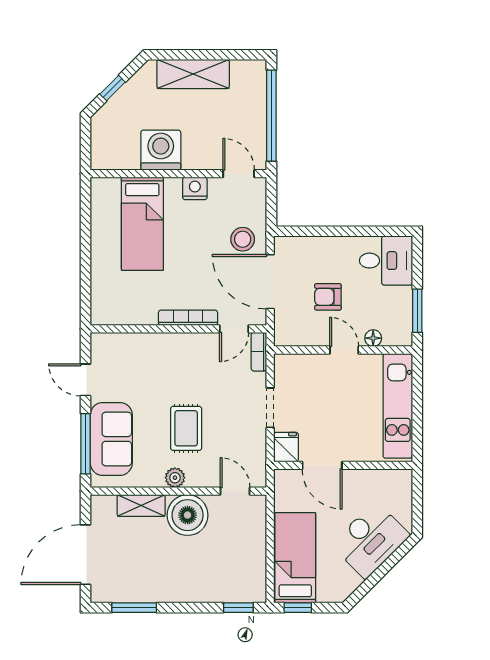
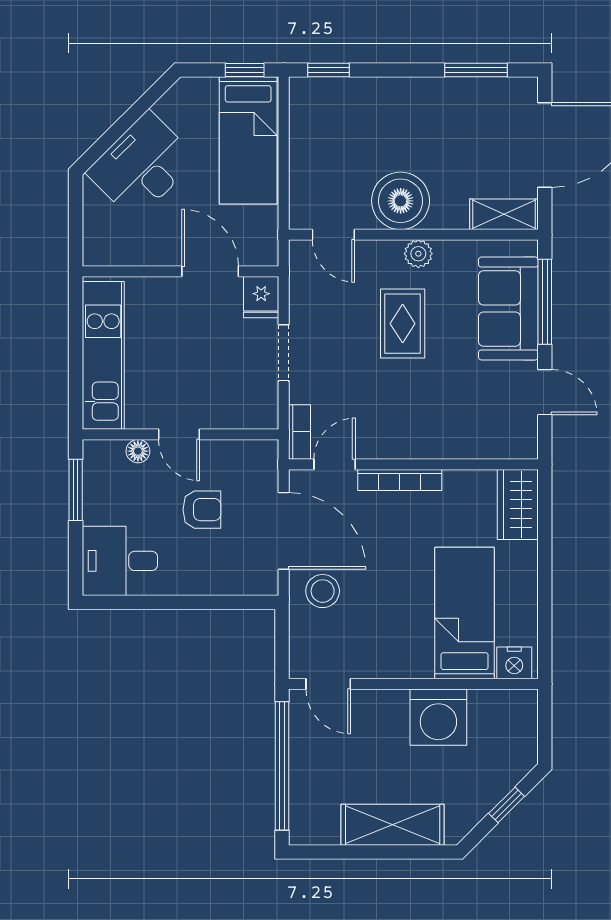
nightstand: (195, 188) -> (514, 663), moved
wardrobe: (105, 300) -> (518, 504), added
shelving: (141, 506) -> (504, 214), moved

